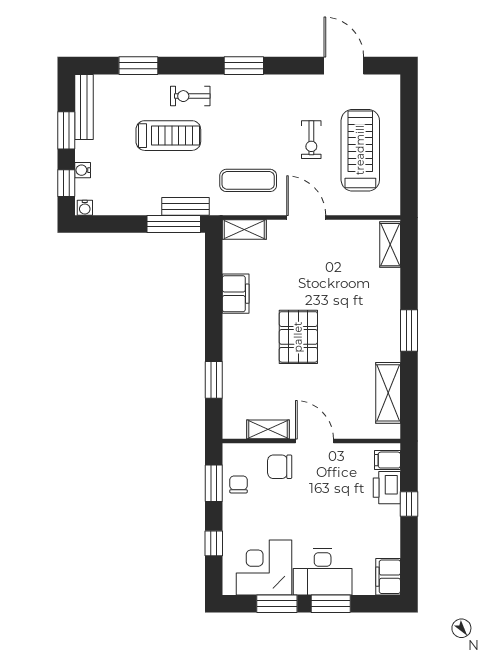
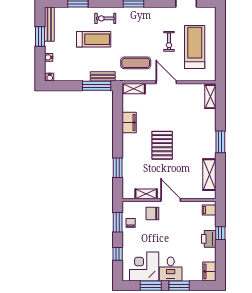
window: (66, 183) -> (40, 64), removed
printer: (387, 488) -> (209, 239), moved
desk: (323, 572) -> (171, 269), width x0.73

